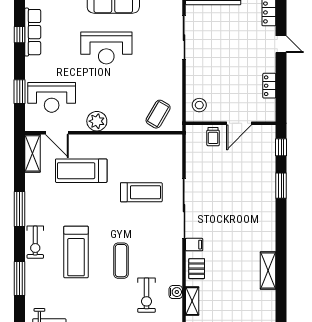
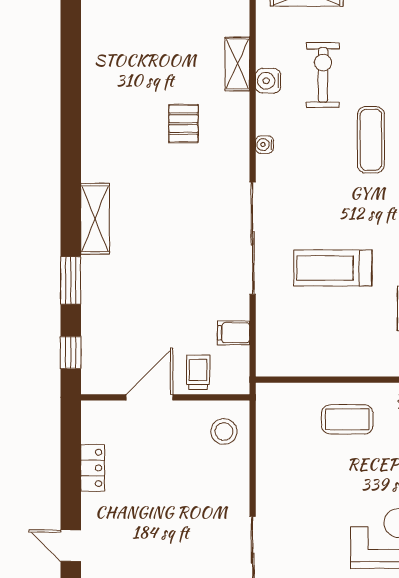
coffee table: (158, 114) -> (347, 419), moved, turned 60
filing cabinet: (194, 245) -> (234, 333), moved
water cooler: (178, 258) -> (264, 145), added
pallet: (197, 269) -> (183, 124), moved
shelving: (268, 271) -> (95, 219), moved

